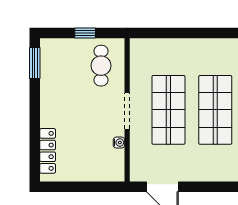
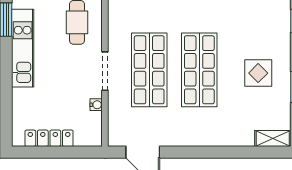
kitchen unit: (50, 90) -> (23, 48), added
locker: (48, 151) -> (49, 138), moved, turned -90

